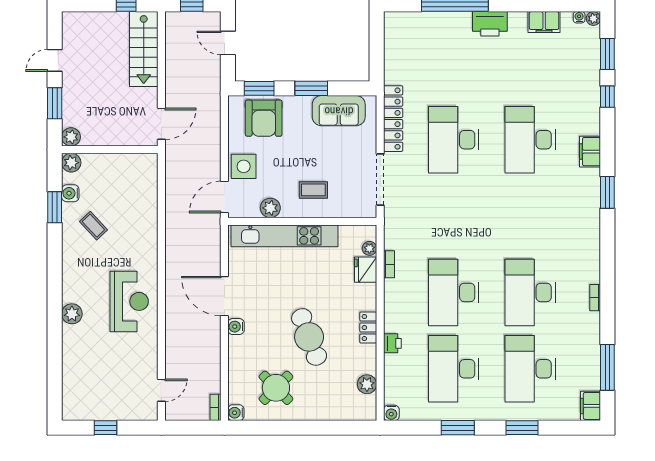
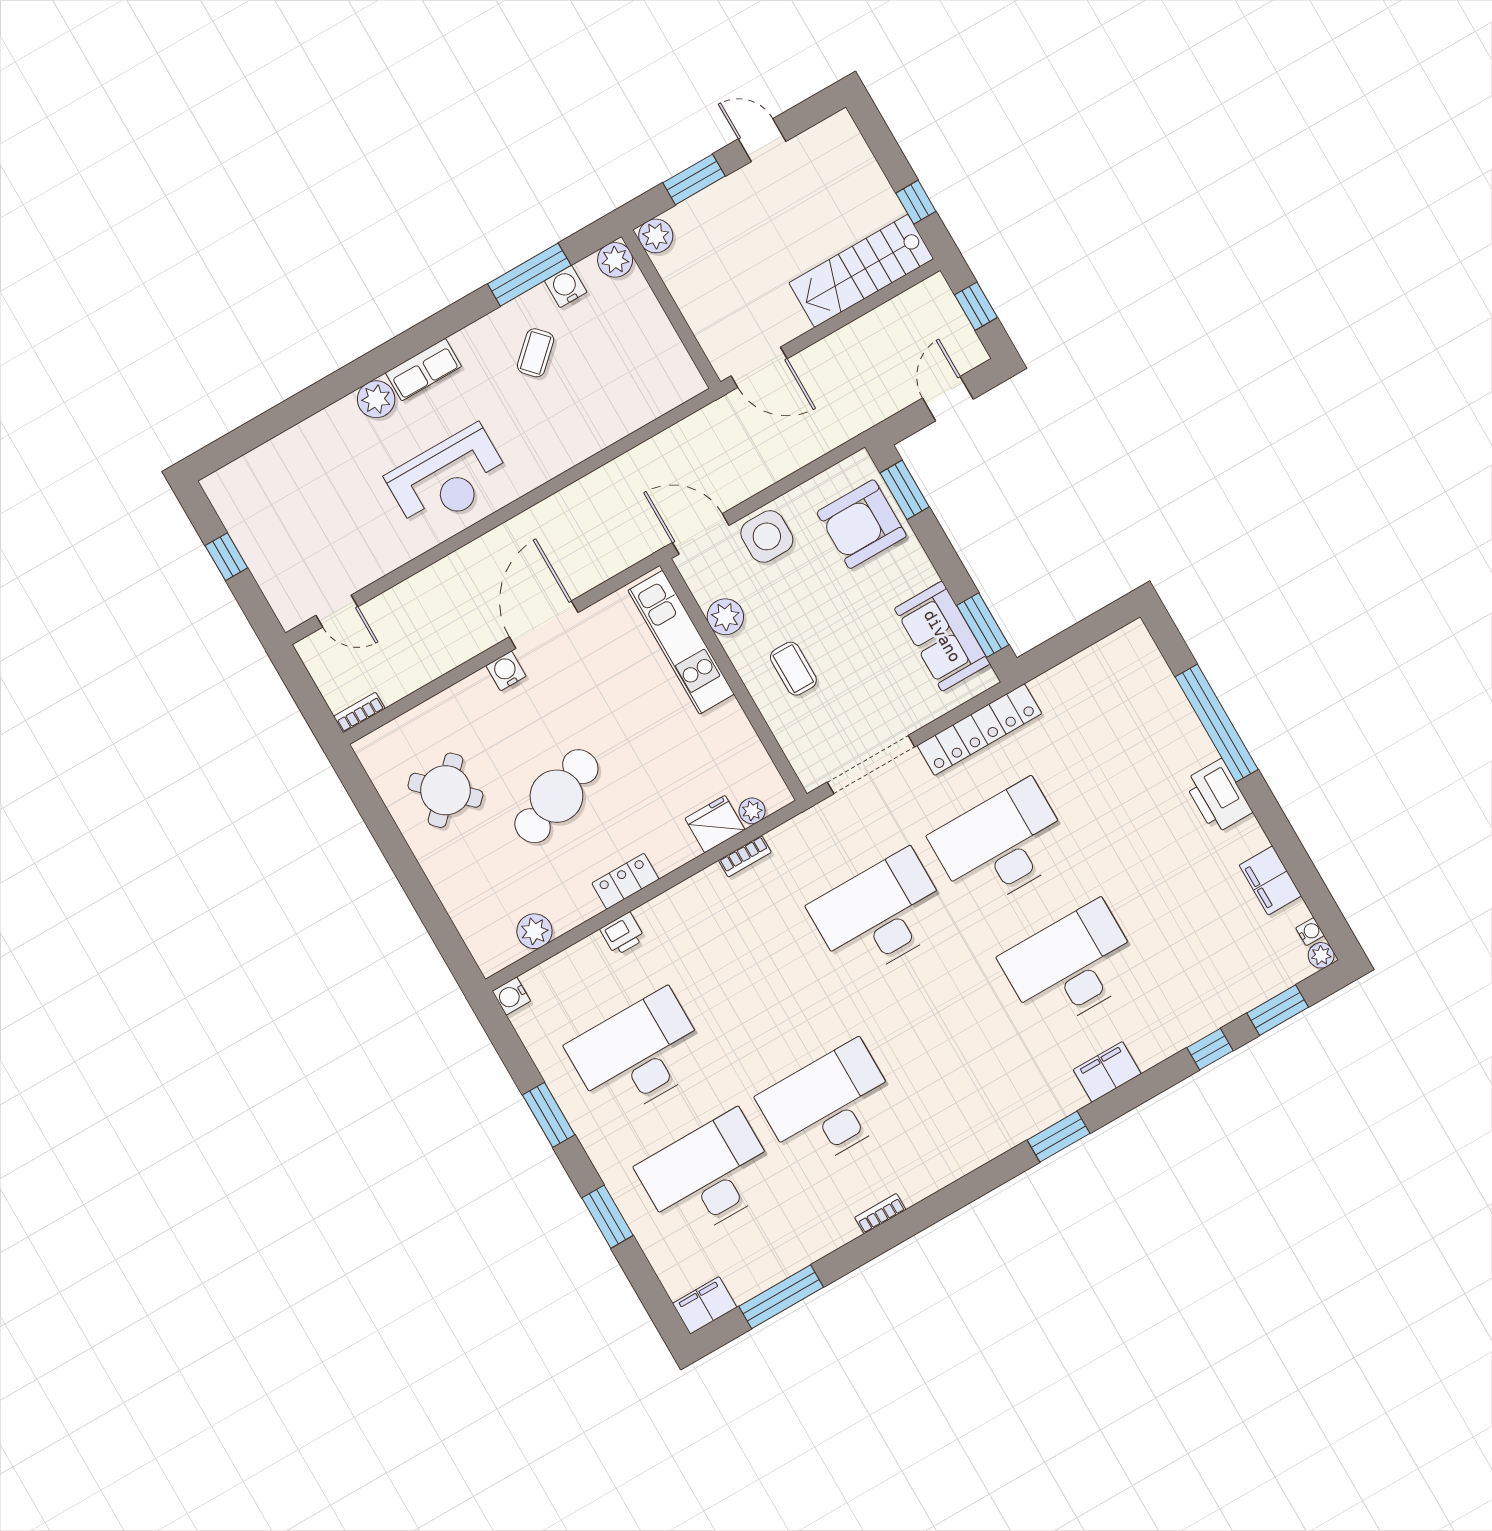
window: (311, 88) -> (983, 625), moved
window: (55, 207) -> (529, 275), width x1.44
kitchen unit: (285, 236) -> (681, 642), width x0.73
row of seats: (71, 283) -> (423, 370), added
desk: (454, 292) -> (880, 915), moved
water cooler: (236, 413) -> (369, 750), removed

